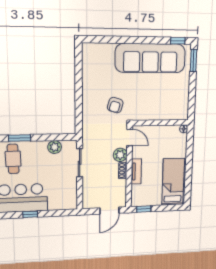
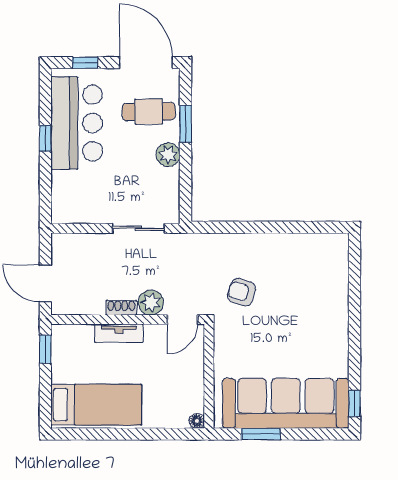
sofa: (150, 58) -> (286, 403), moved, turned 90
window: (194, 61) -> (261, 434), moved
plant: (55, 147) -> (168, 155), moved

